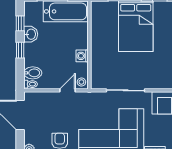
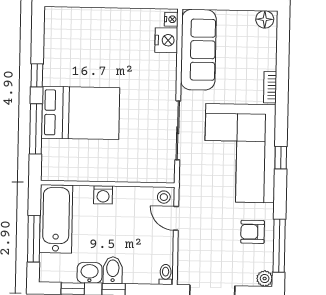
washing machine: (82, 56) -> (103, 195), moved
bidet: (33, 73) -> (113, 270), moved

